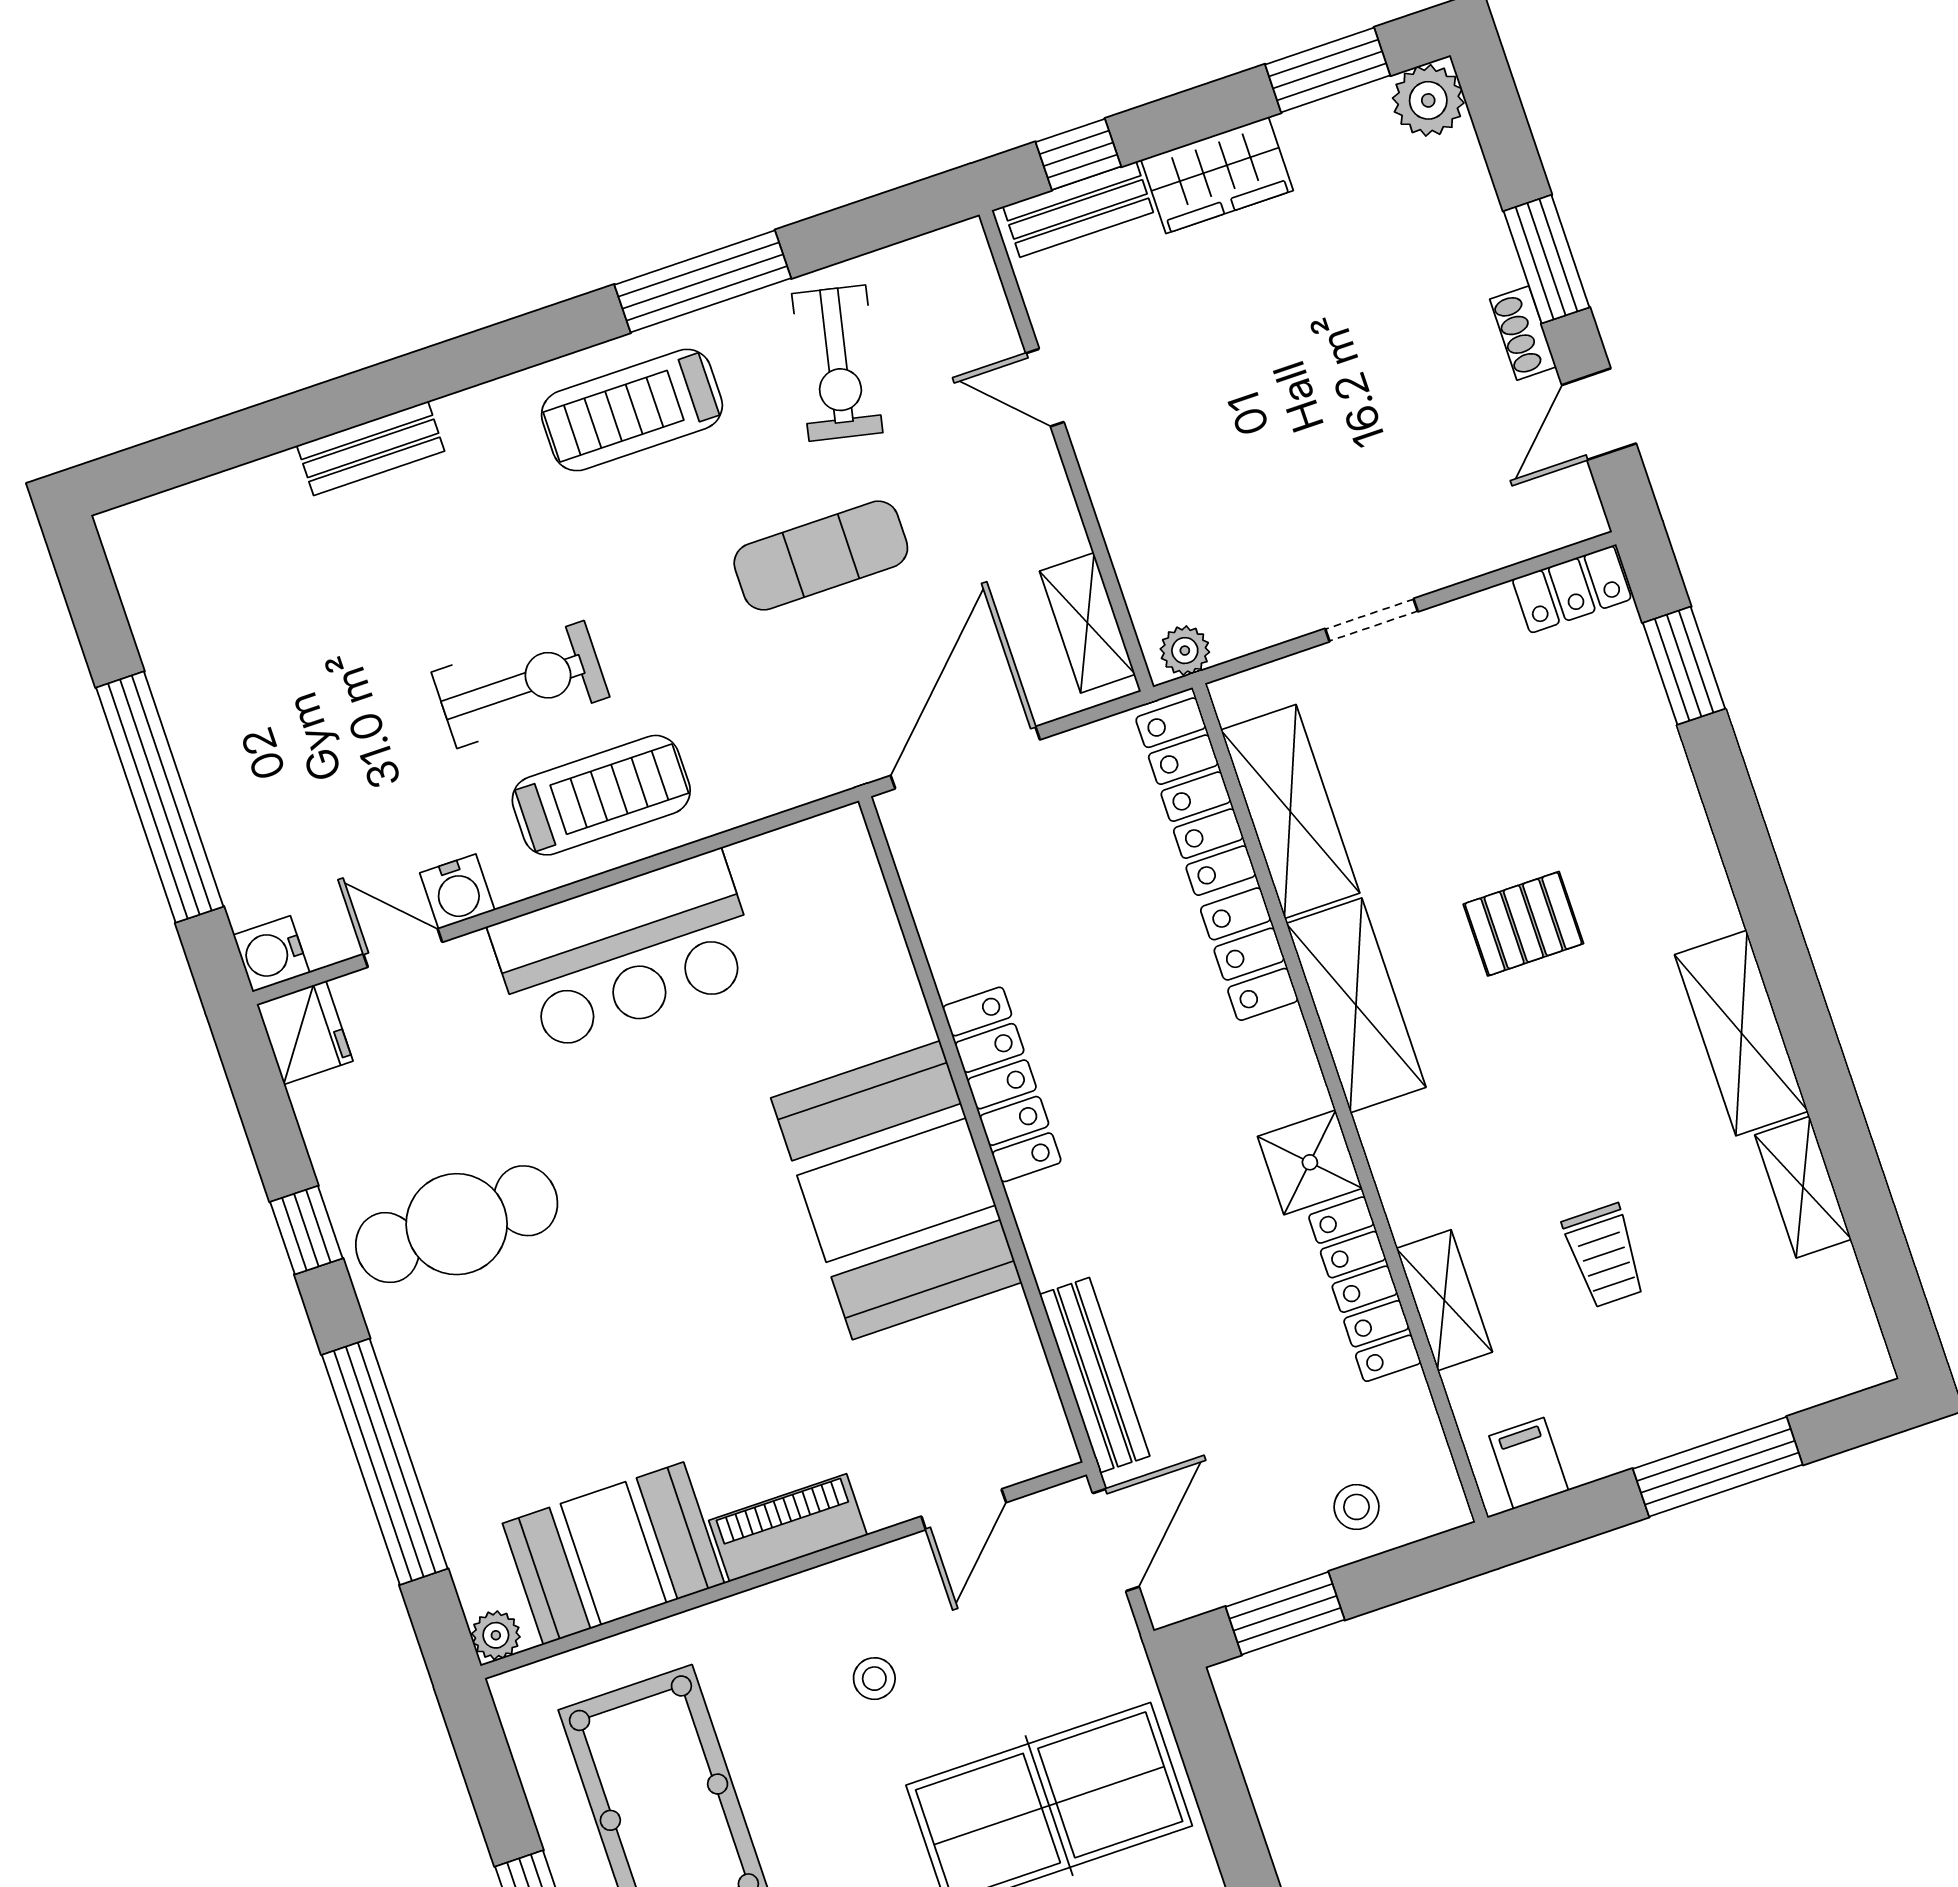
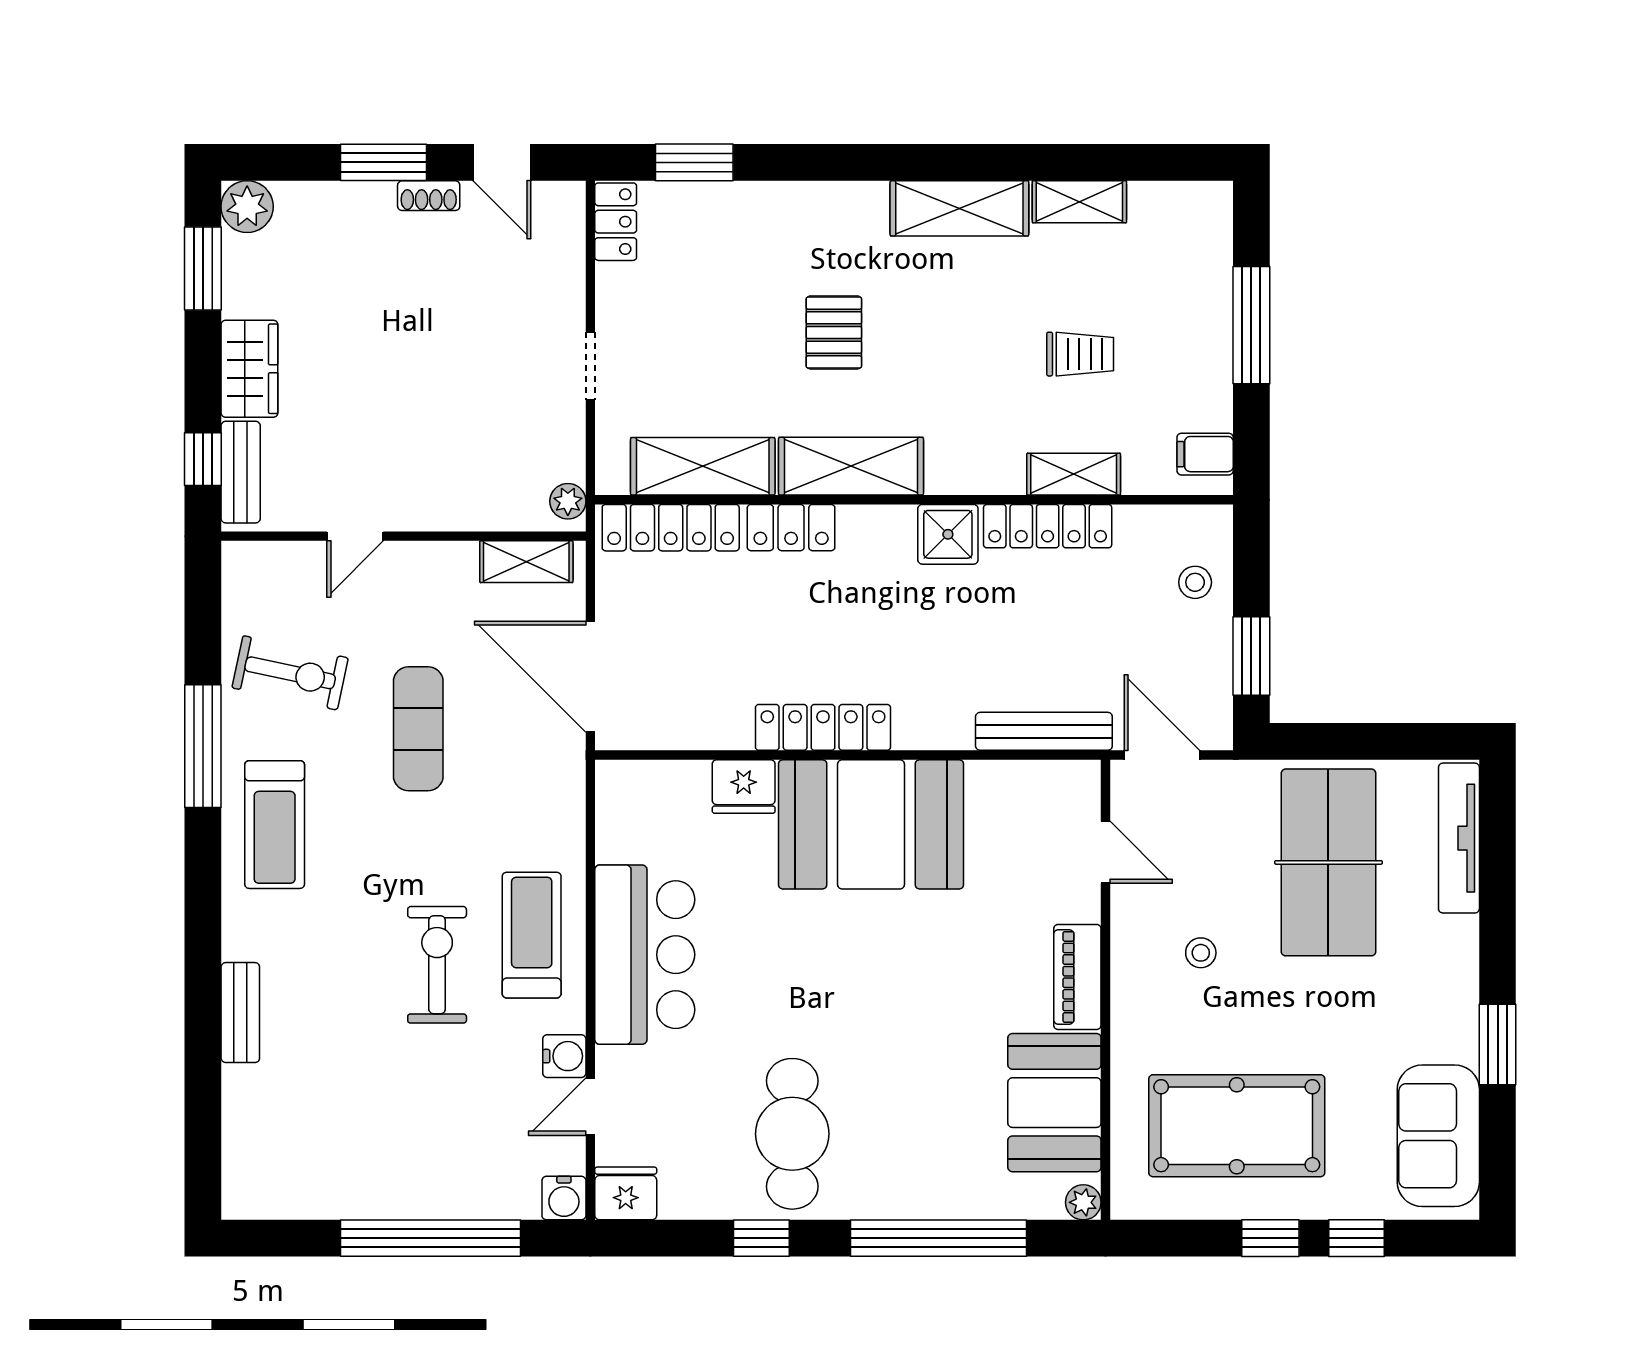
fridge: (889, 1007) -> (744, 786), added

